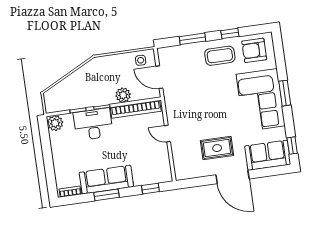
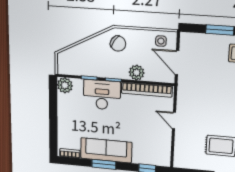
chair: (101, 71) -> (118, 44), added

